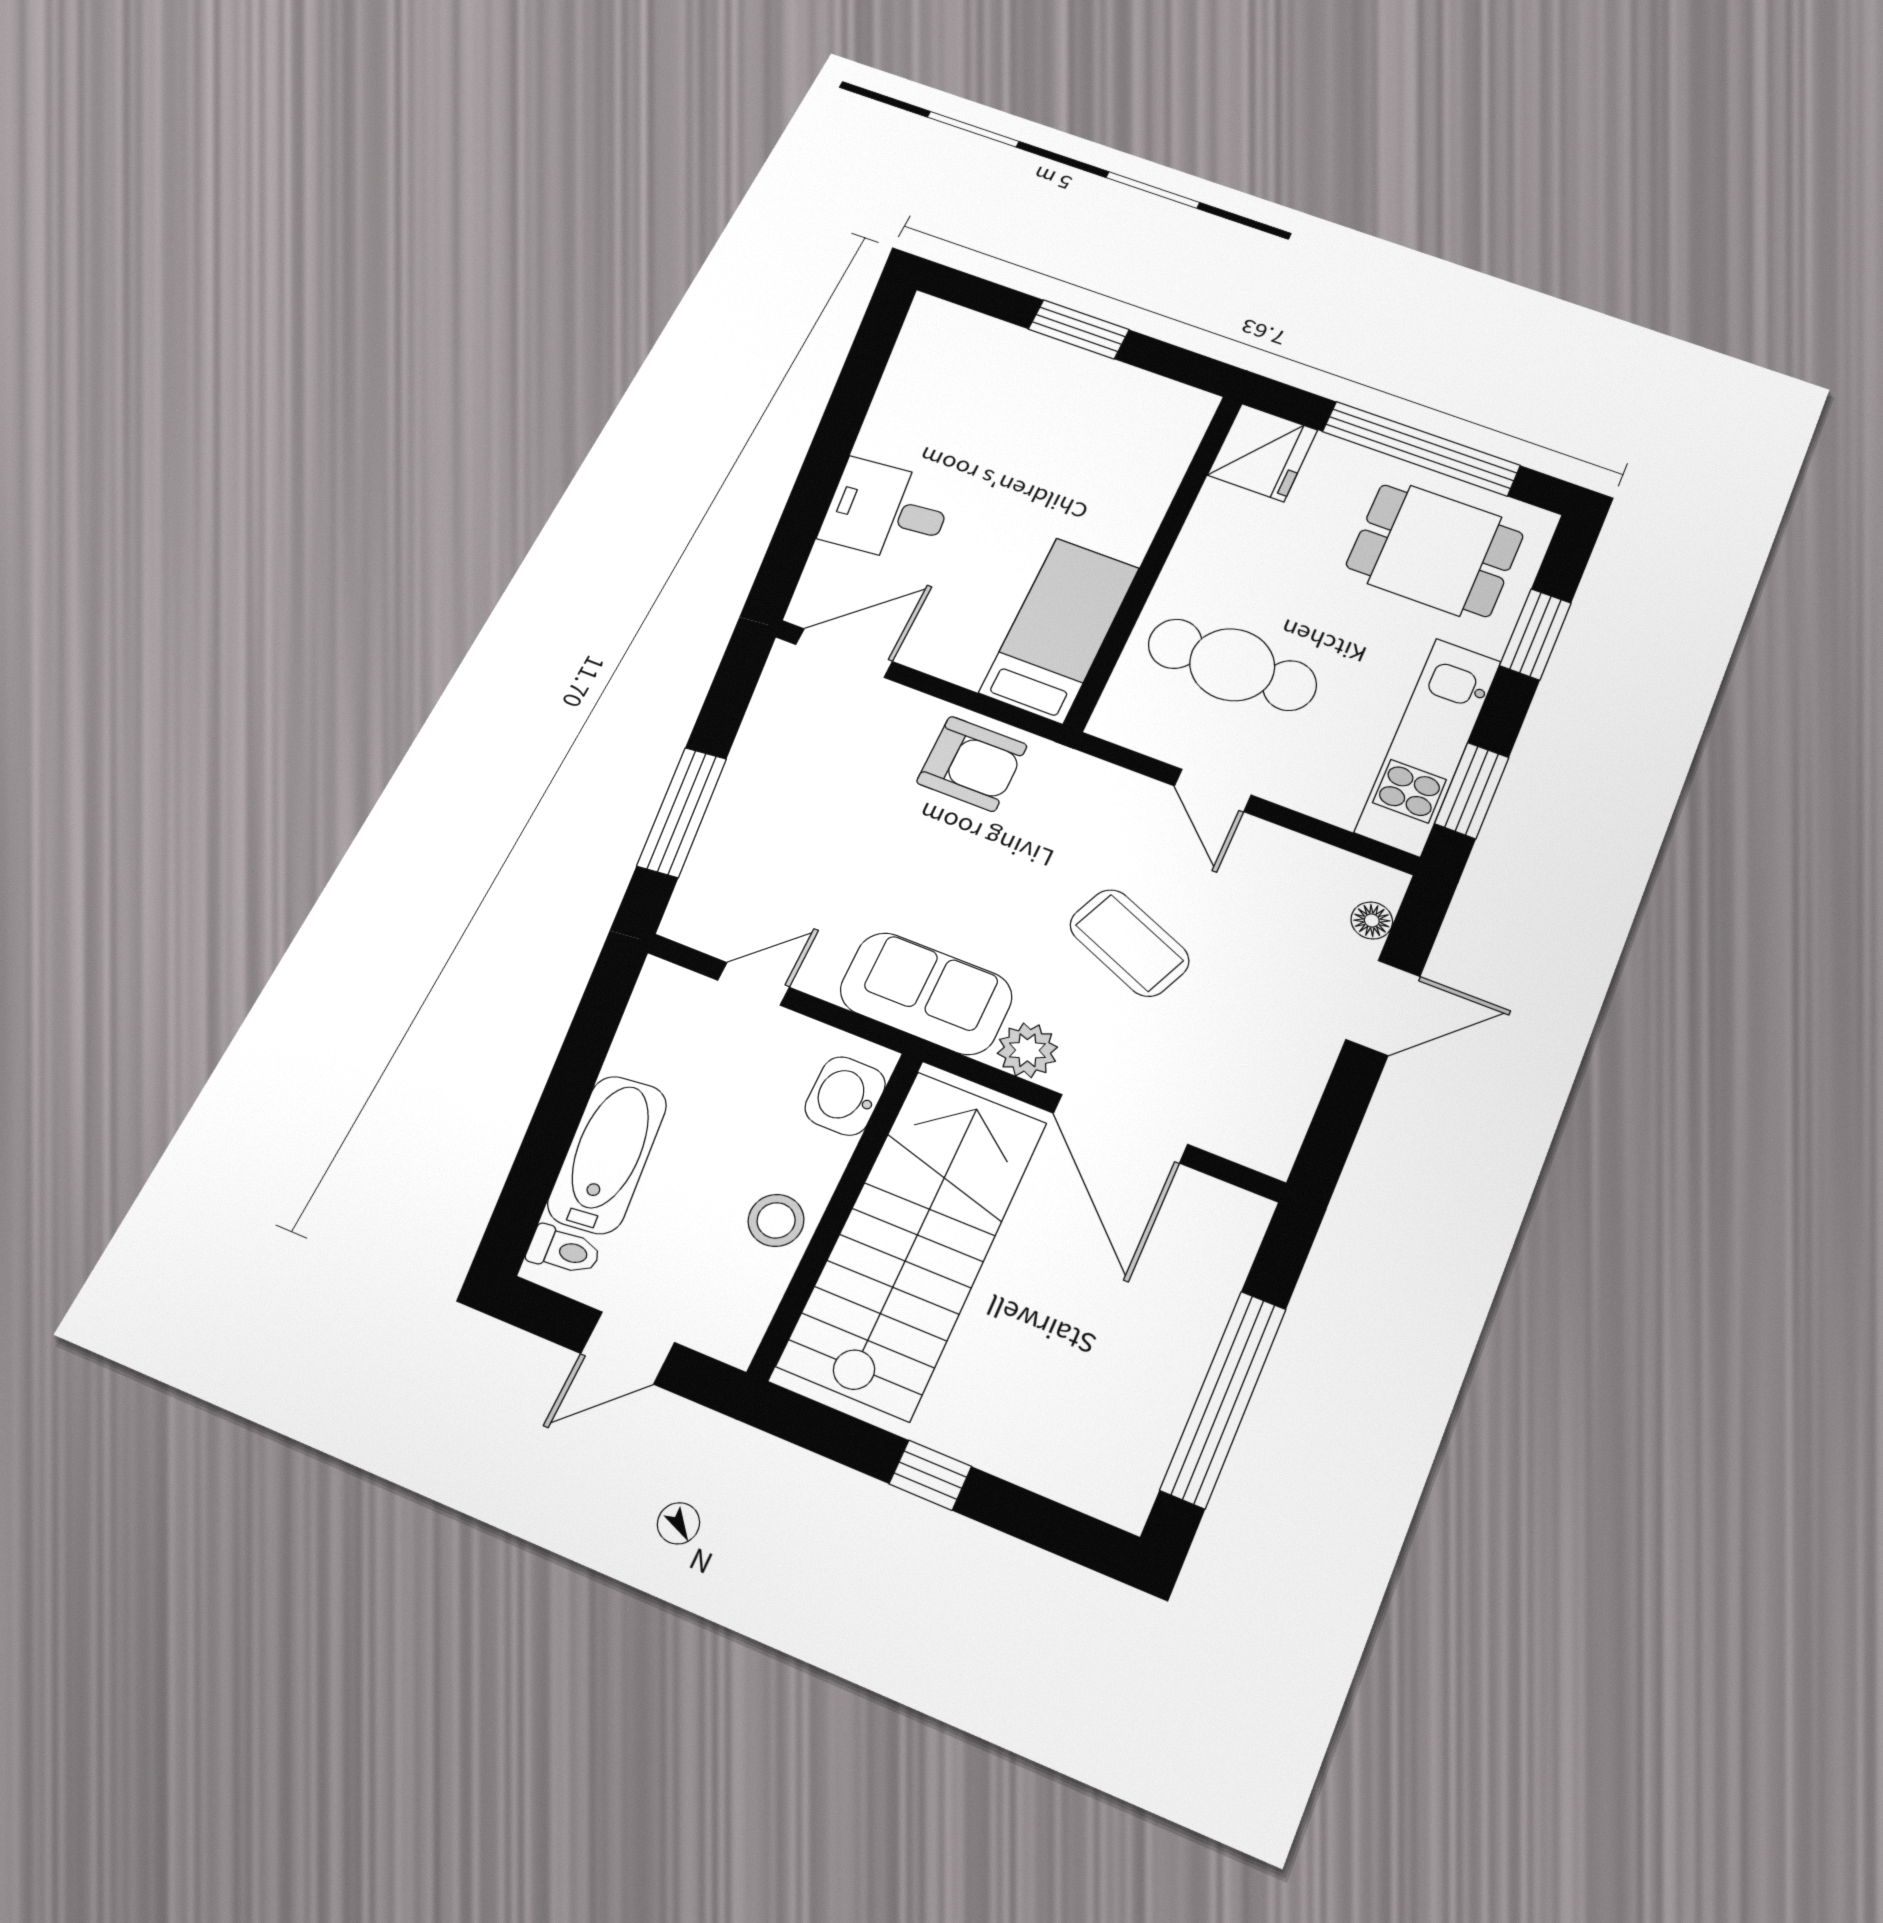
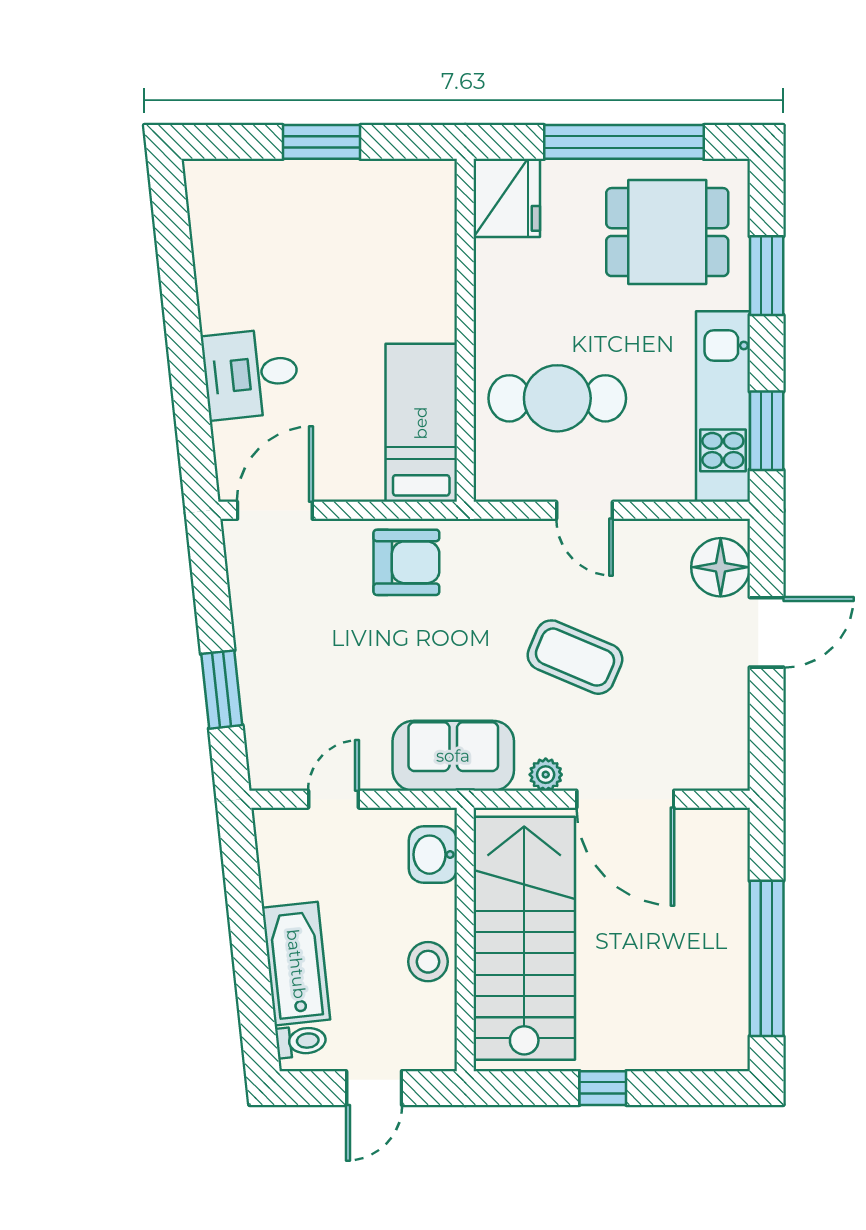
window: (682, 812) -> (222, 690), width x0.69
floor lamp: (1372, 920) -> (721, 567), width x1.89, depth x1.89
plant: (1027, 1050) -> (546, 775), width x0.73, depth x0.73

